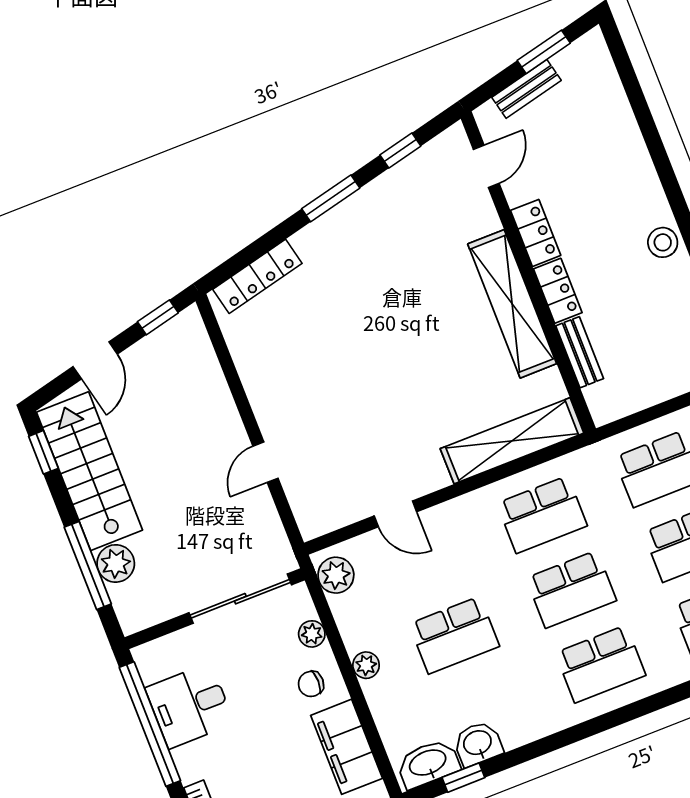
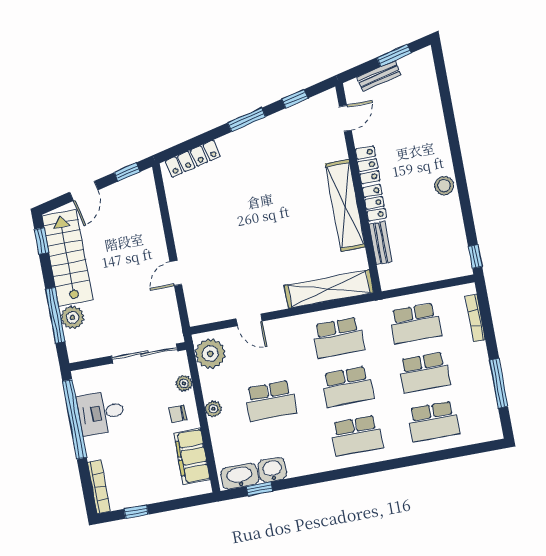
plant: (336, 575) -> (210, 354), width x1.36, depth x1.36

